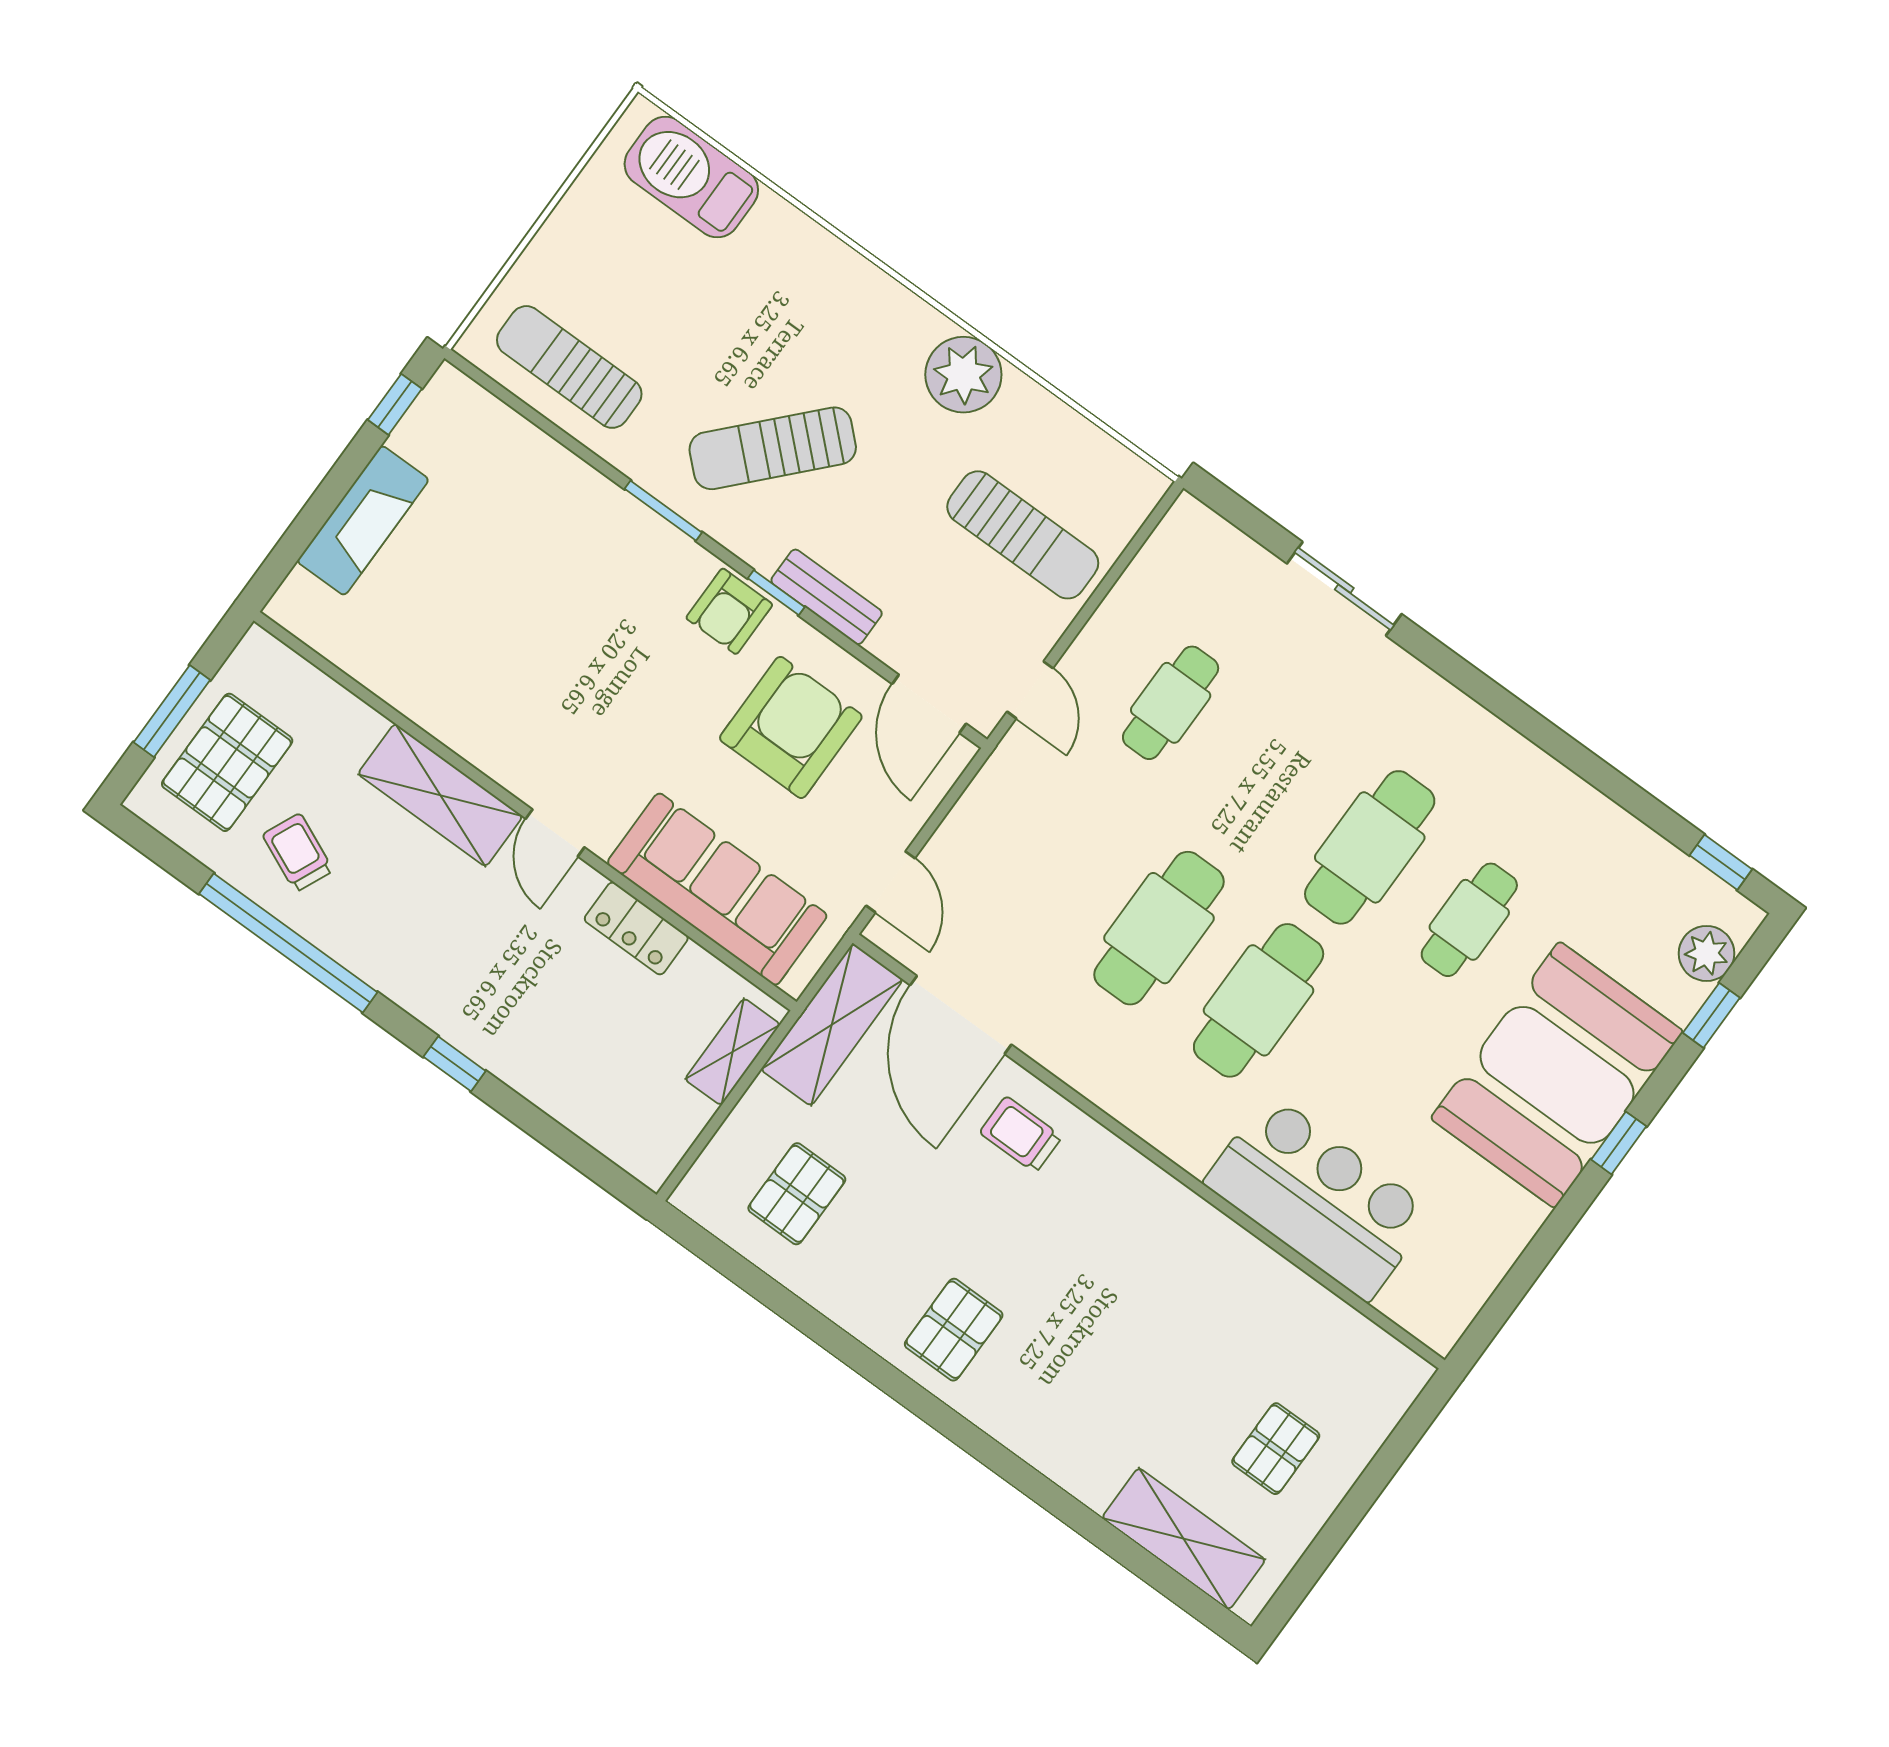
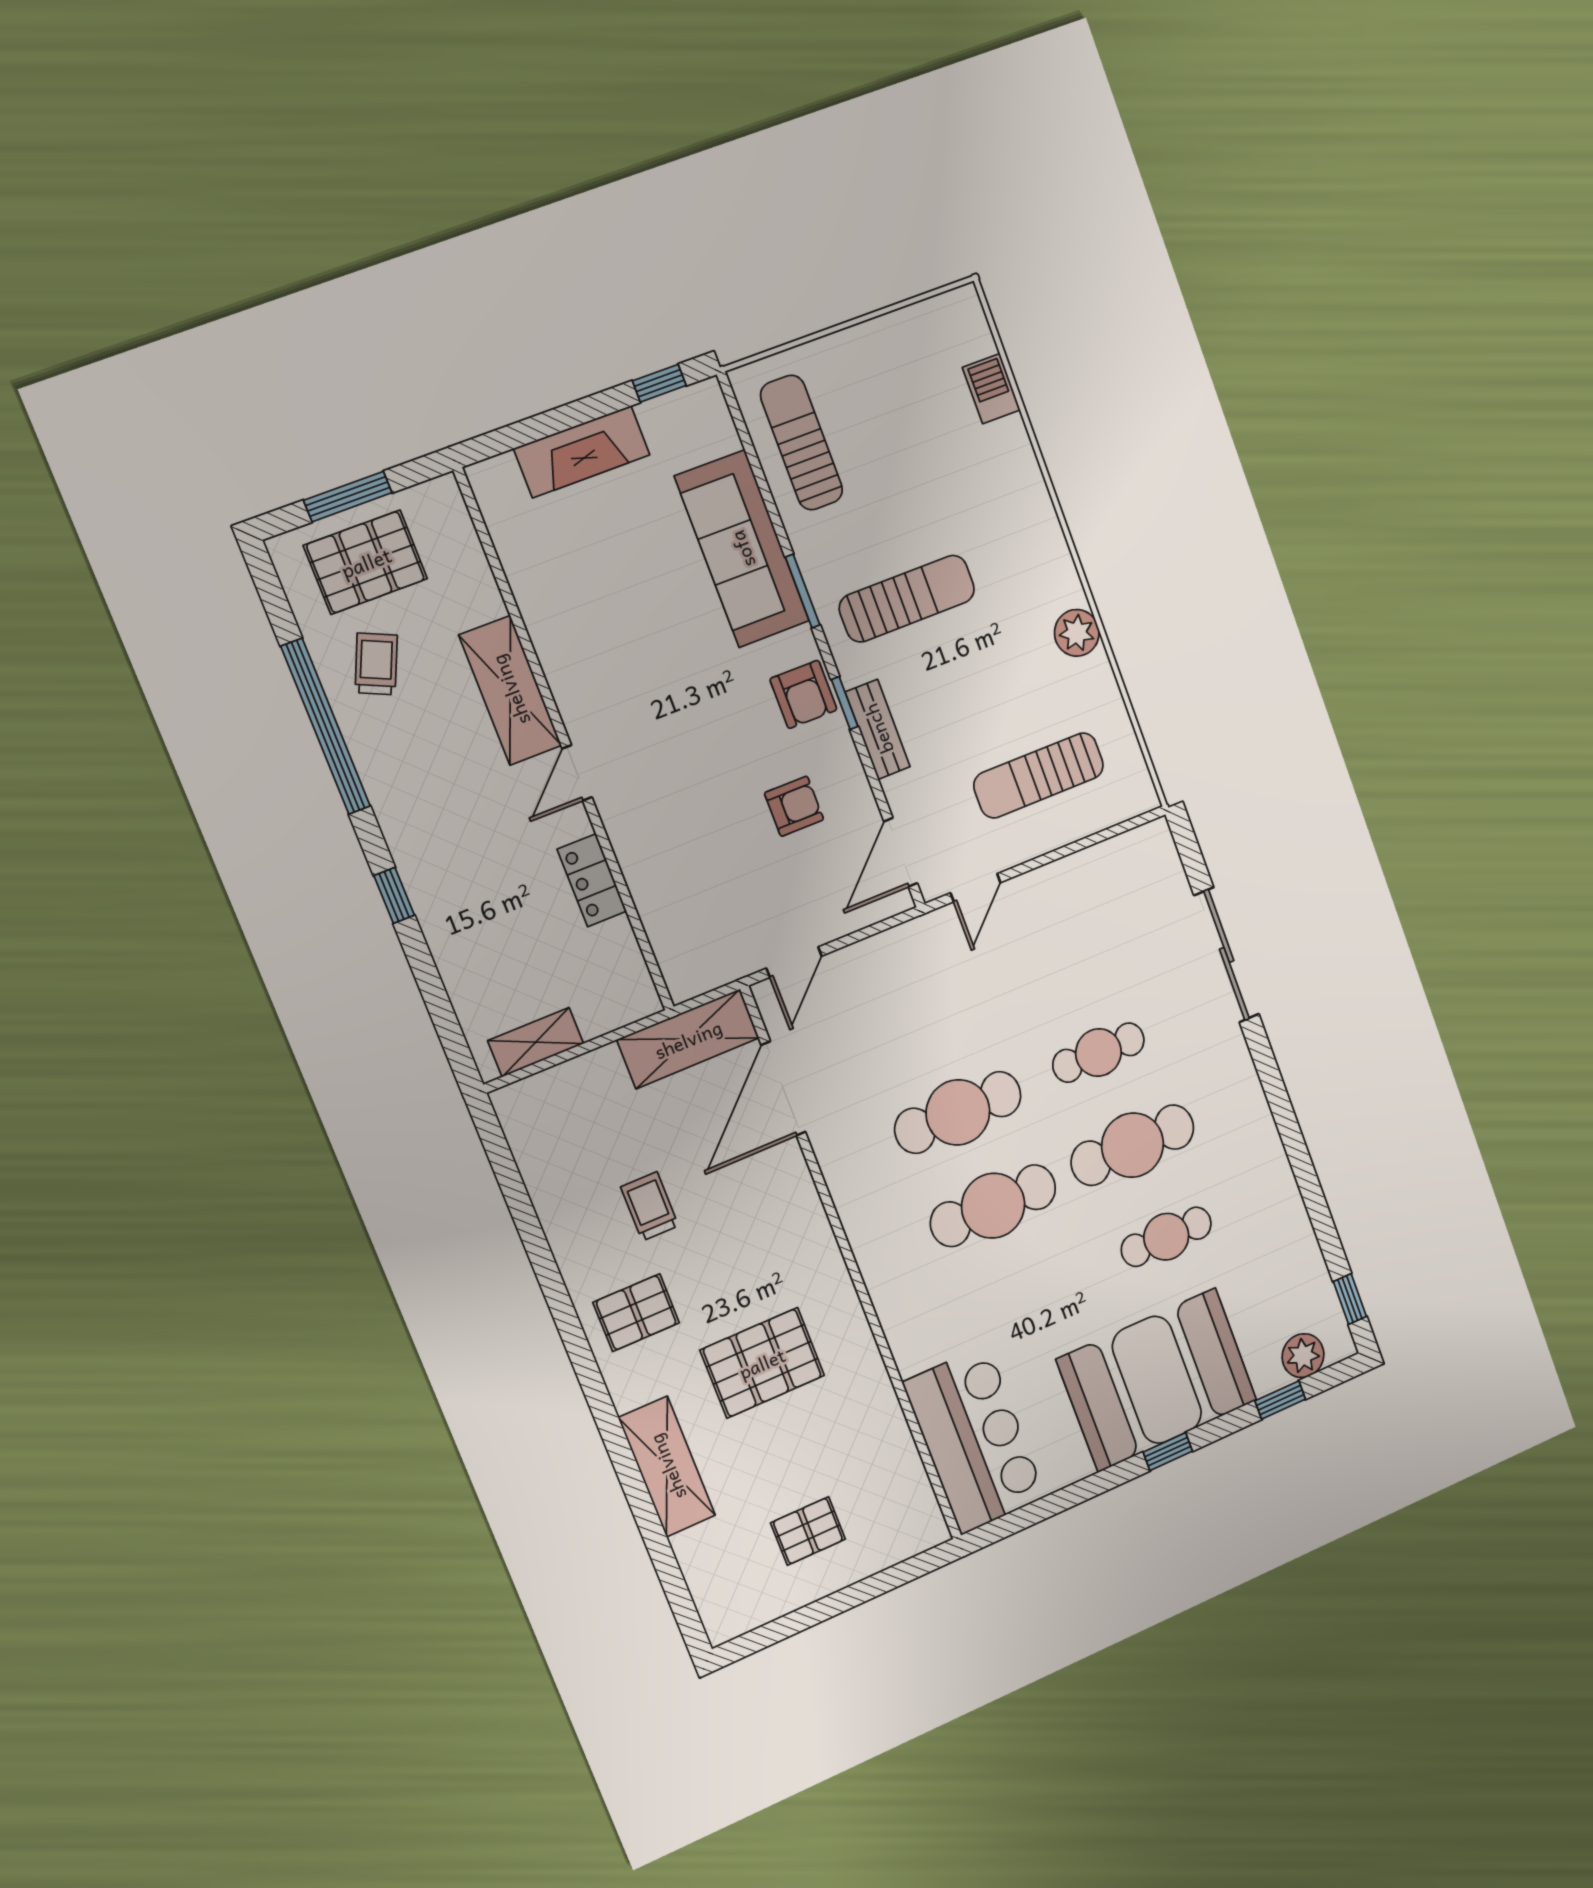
barbecue: (691, 177) -> (991, 389), width x0.53, depth x0.65
plant: (963, 375) -> (1077, 633), width x0.73, depth x0.73
sun lounger: (773, 448) -> (907, 599), turned 137
sun lounger: (1023, 535) -> (1039, 775), turned 90
sliding door: (1344, 589) -> (1227, 955), width x1.37
armchair: (729, 611) -> (803, 694), turned -90
cafe table: (1171, 703) -> (1098, 1053), moved
armchair: (791, 727) -> (794, 806), width x0.53, depth x0.53
sofa: (717, 889) -> (742, 549), moved, turned 180
shelving: (733, 1052) -> (536, 1042), moved
trolley: (1021, 1135) -> (650, 1206), moved
pallet: (797, 1194) -> (762, 1363), moved, width x1.50, depth x1.42
bar counter: (1318, 1197) -> (974, 1440), moved
shelving: (1184, 1539) -> (667, 1467), moved

